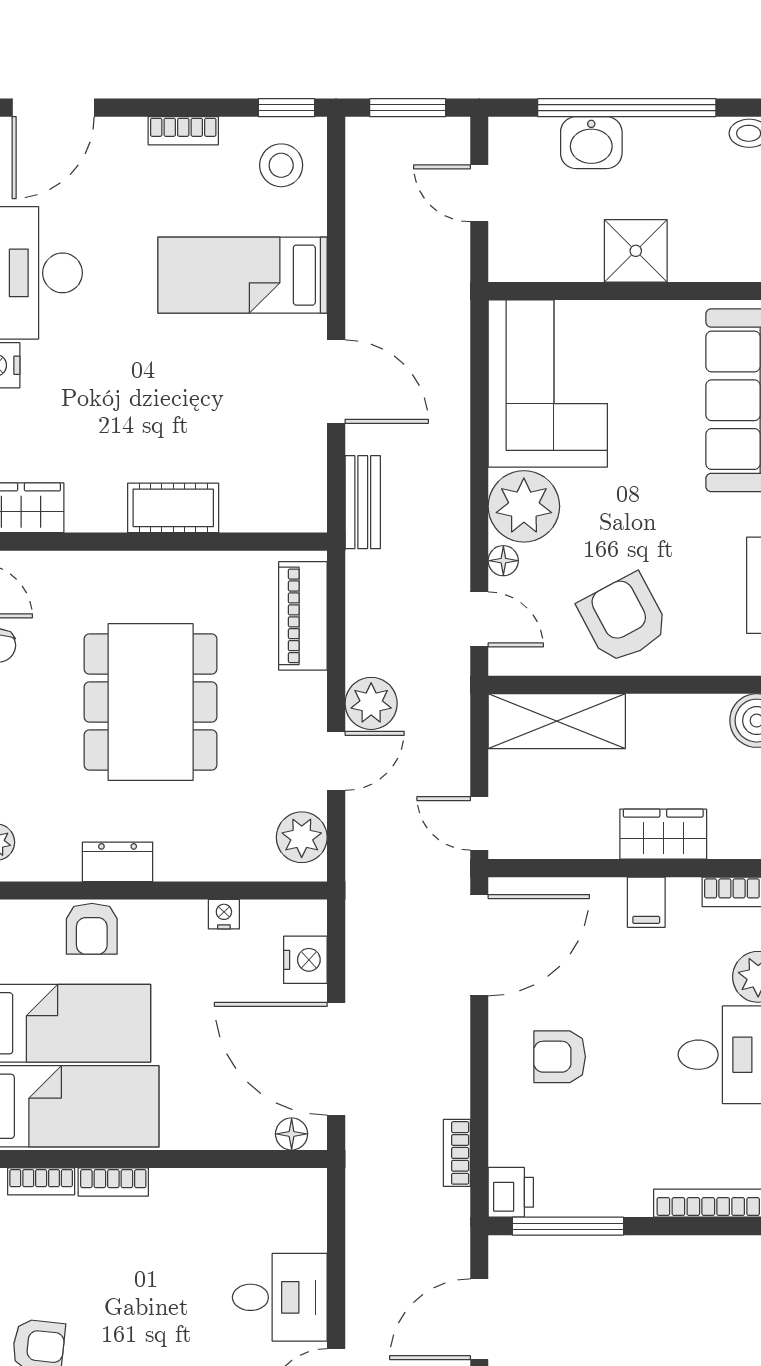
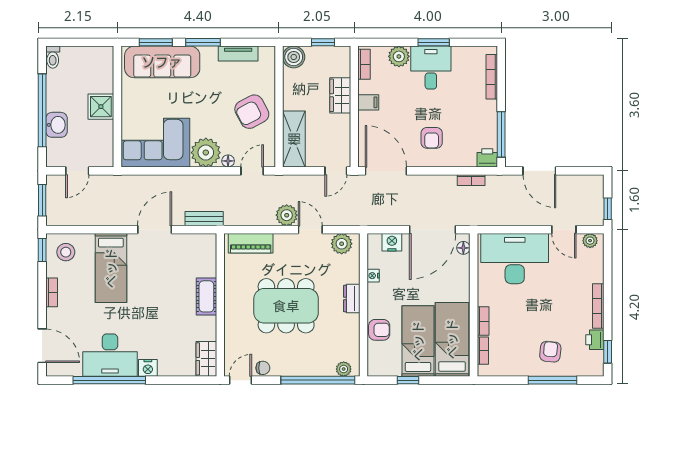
dresser: (118, 862) -> (352, 299), moved
desk: (280, 1297) -> (515, 259), width x1.87, depth x1.30

